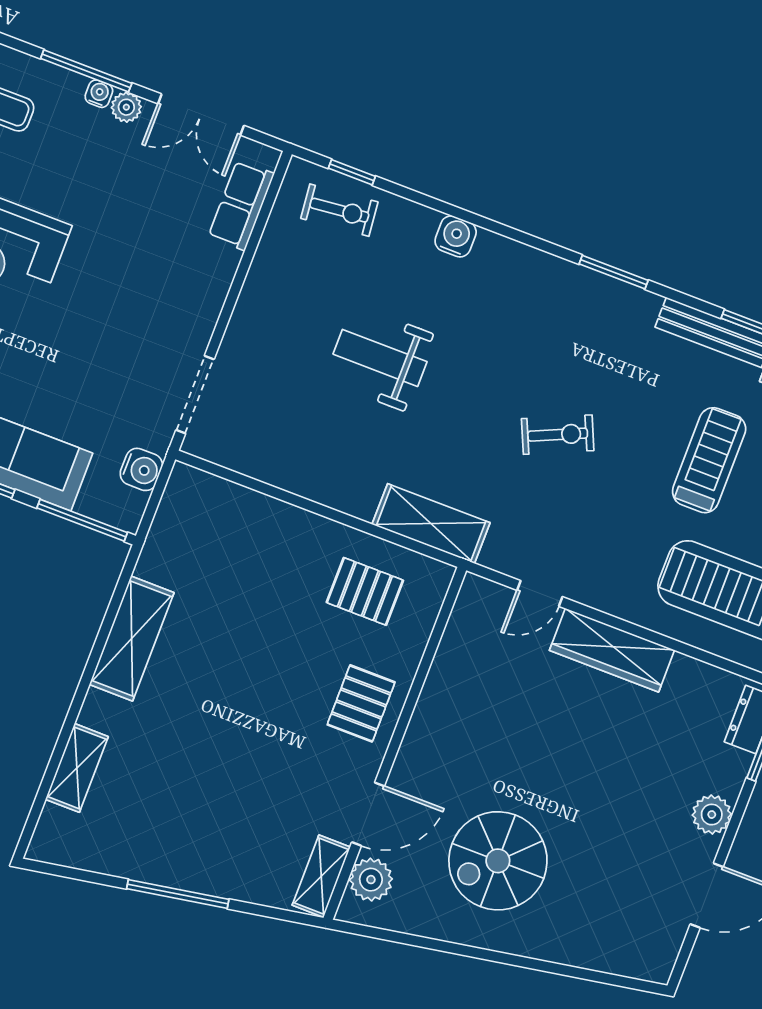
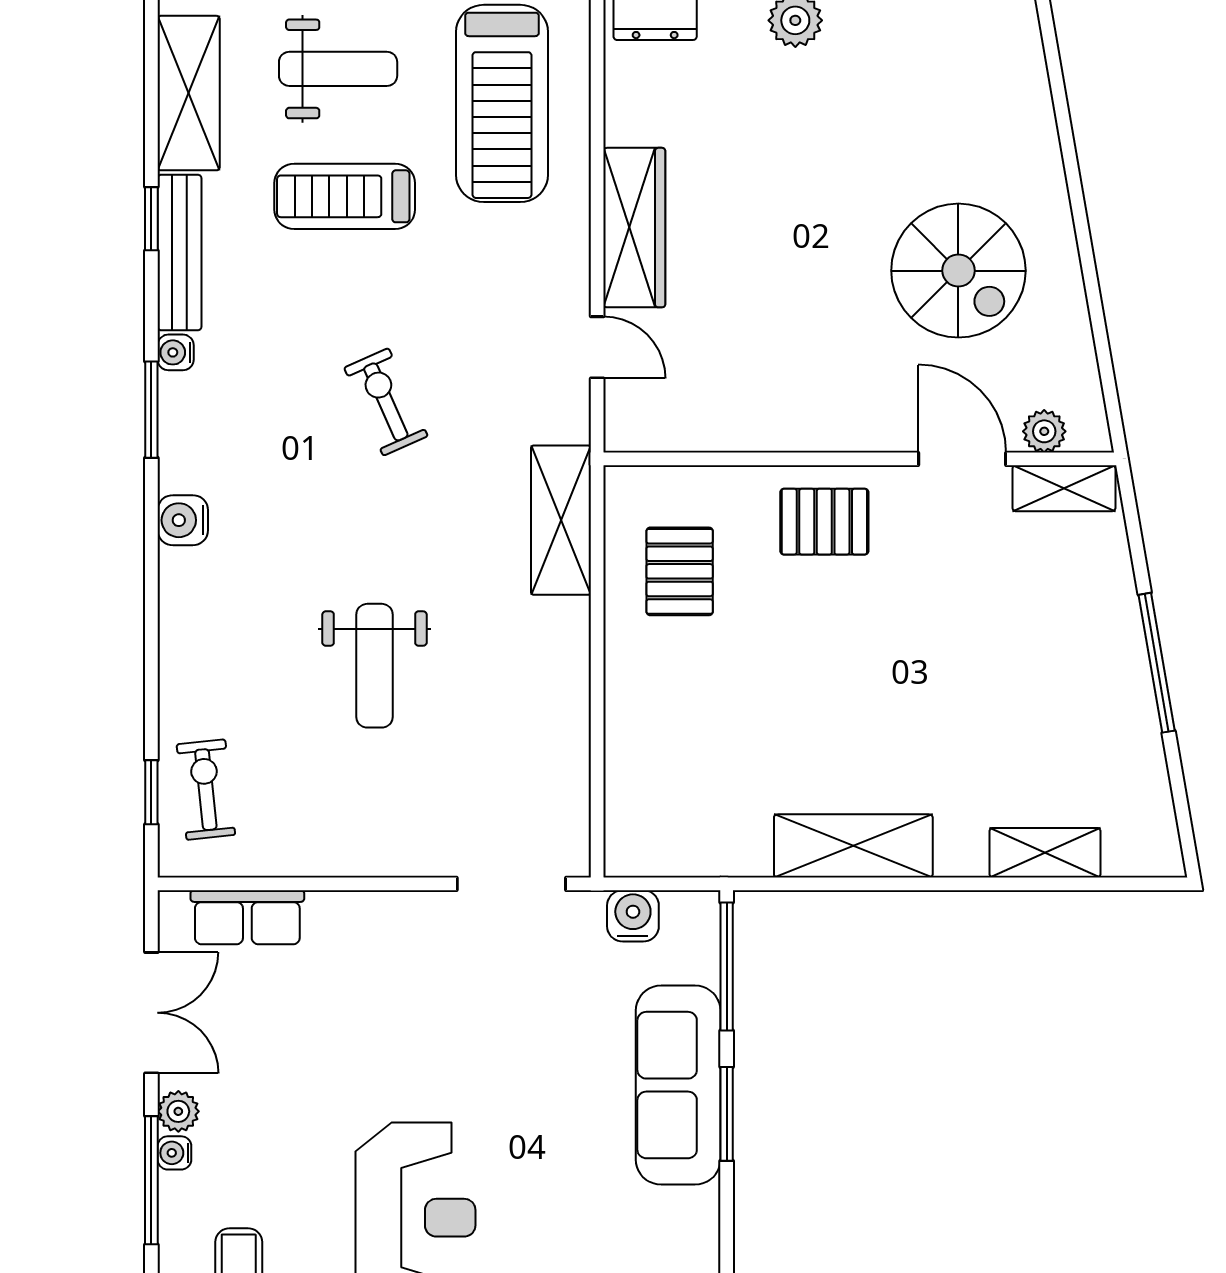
water cooler: (456, 236) -> (183, 520), moved
water cooler: (646, 304) -> (176, 352), added
plant: (371, 880) -> (1044, 431), width x0.73, depth x0.73

